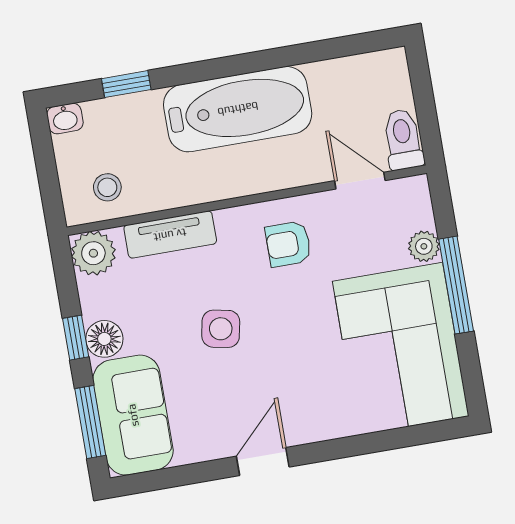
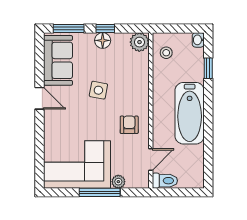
tv unit: (170, 235) -> (142, 76), removed
sofa: (133, 415) -> (58, 60), moved, turned -90

